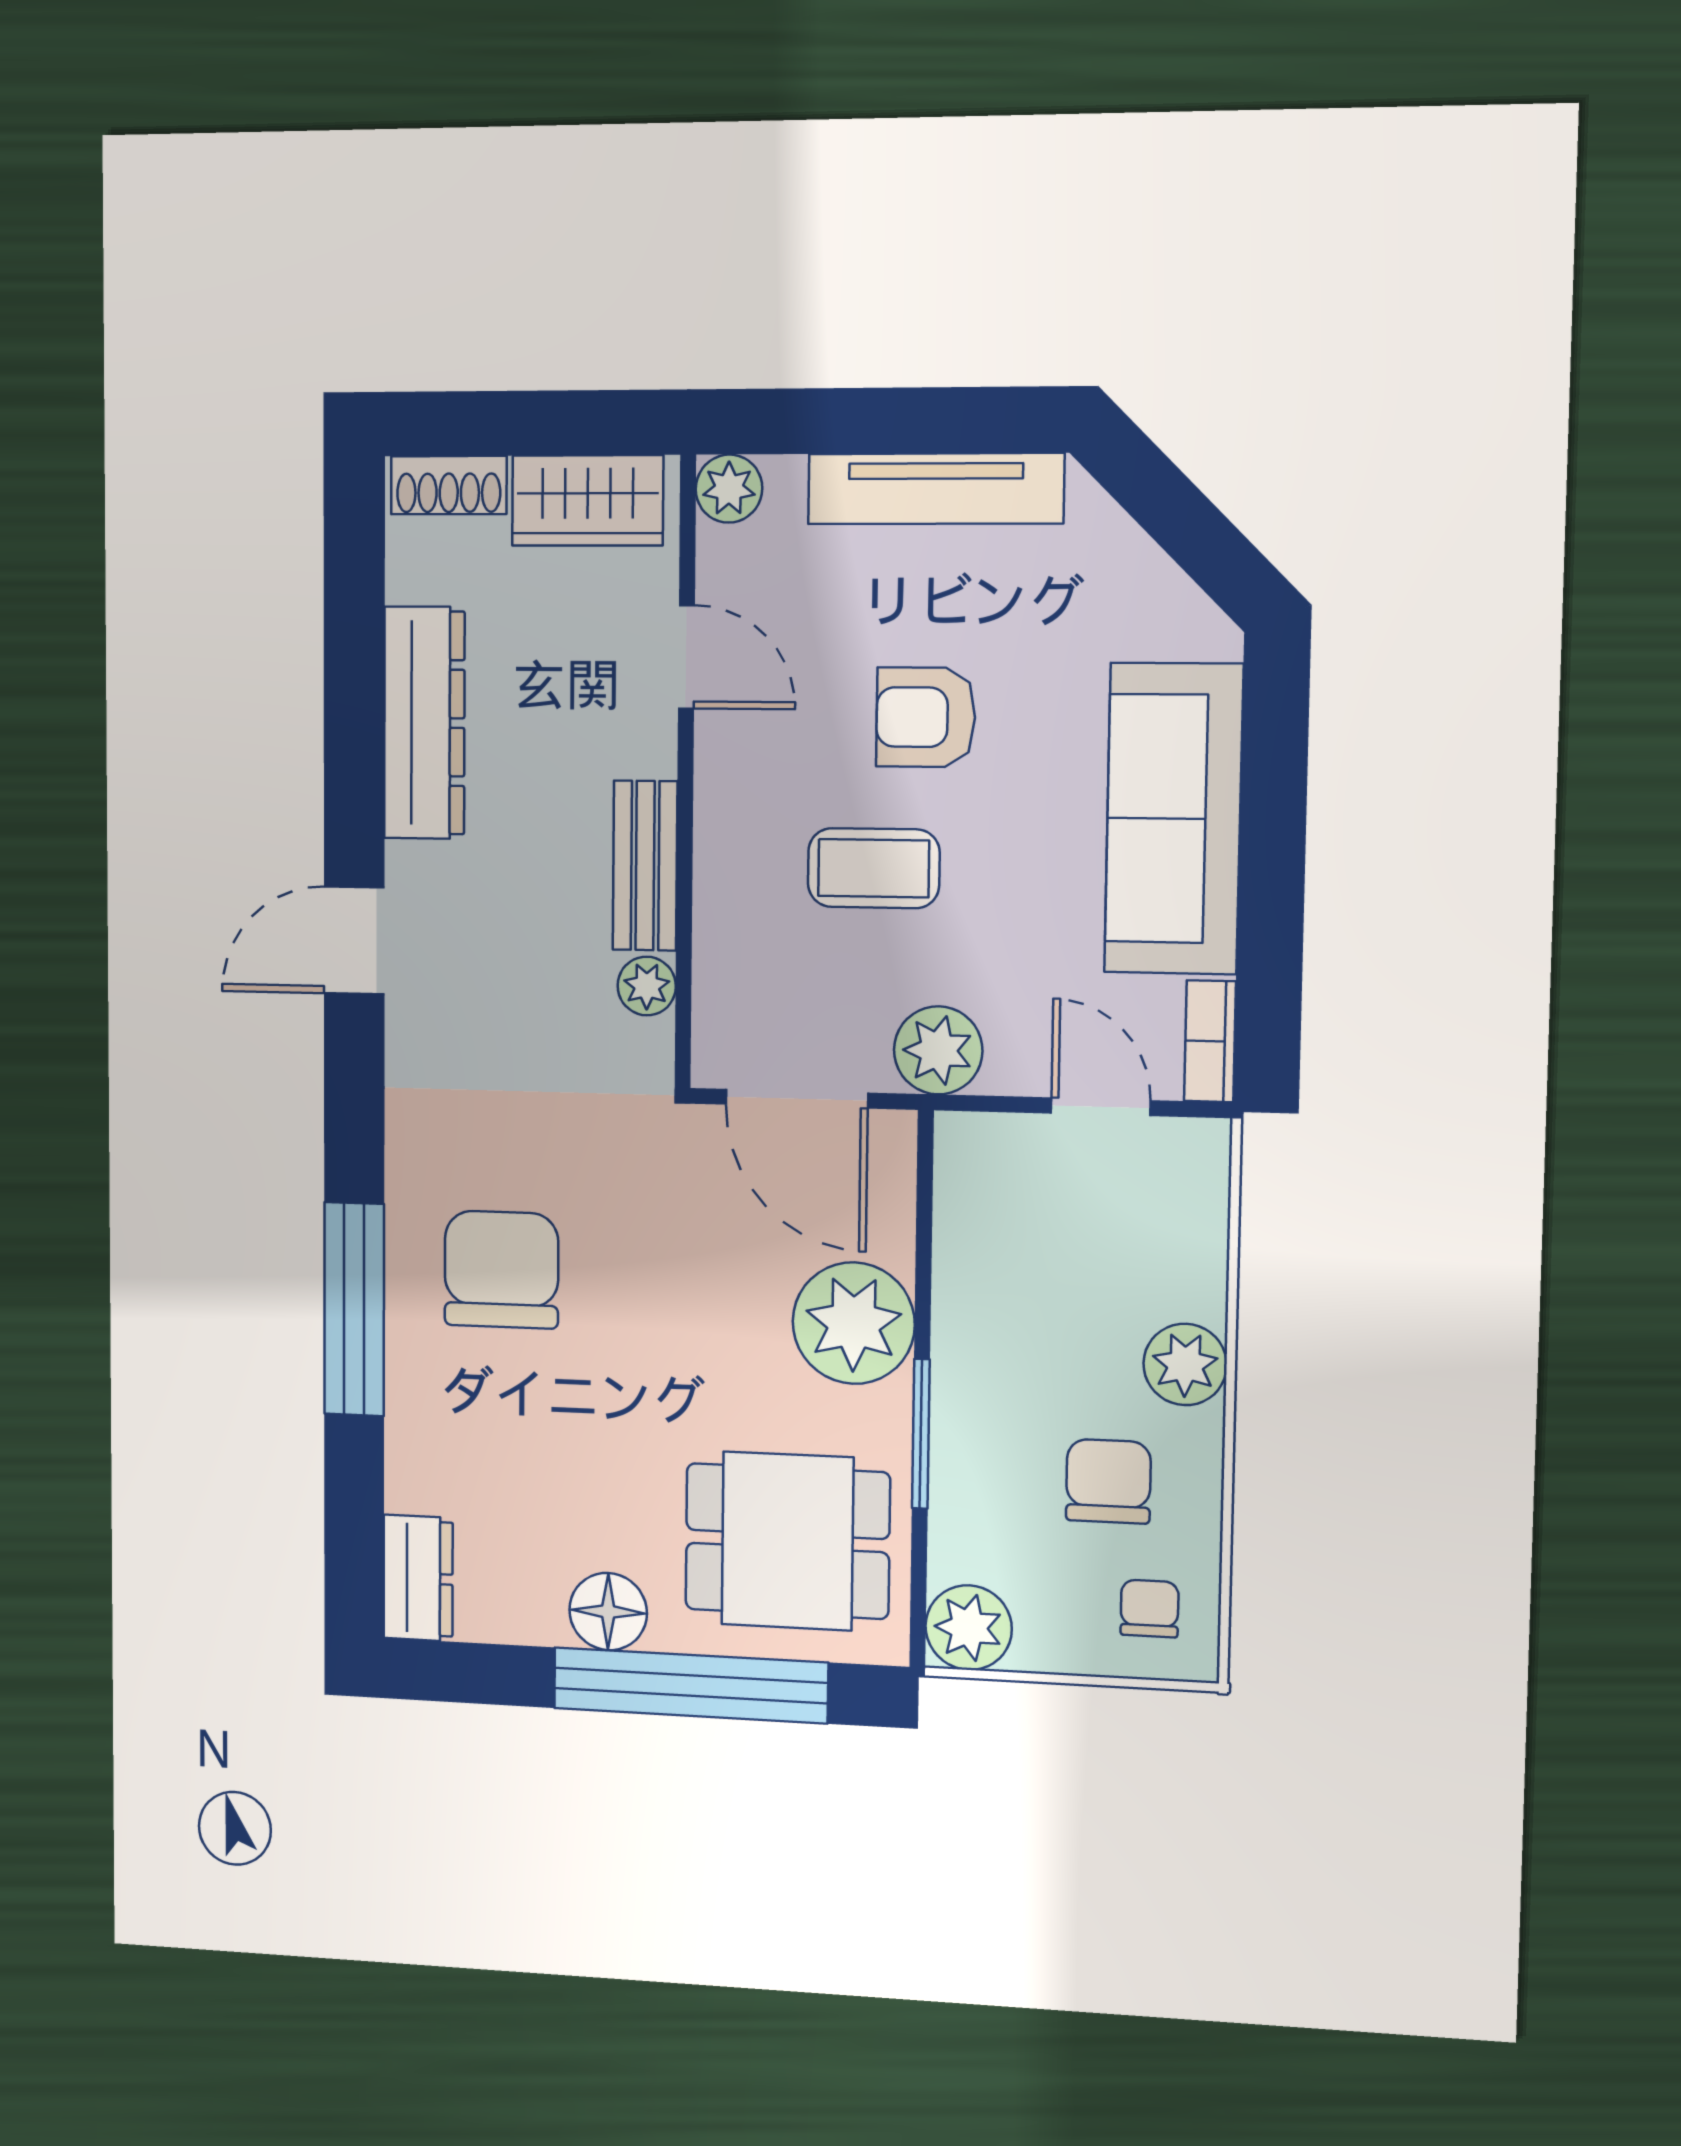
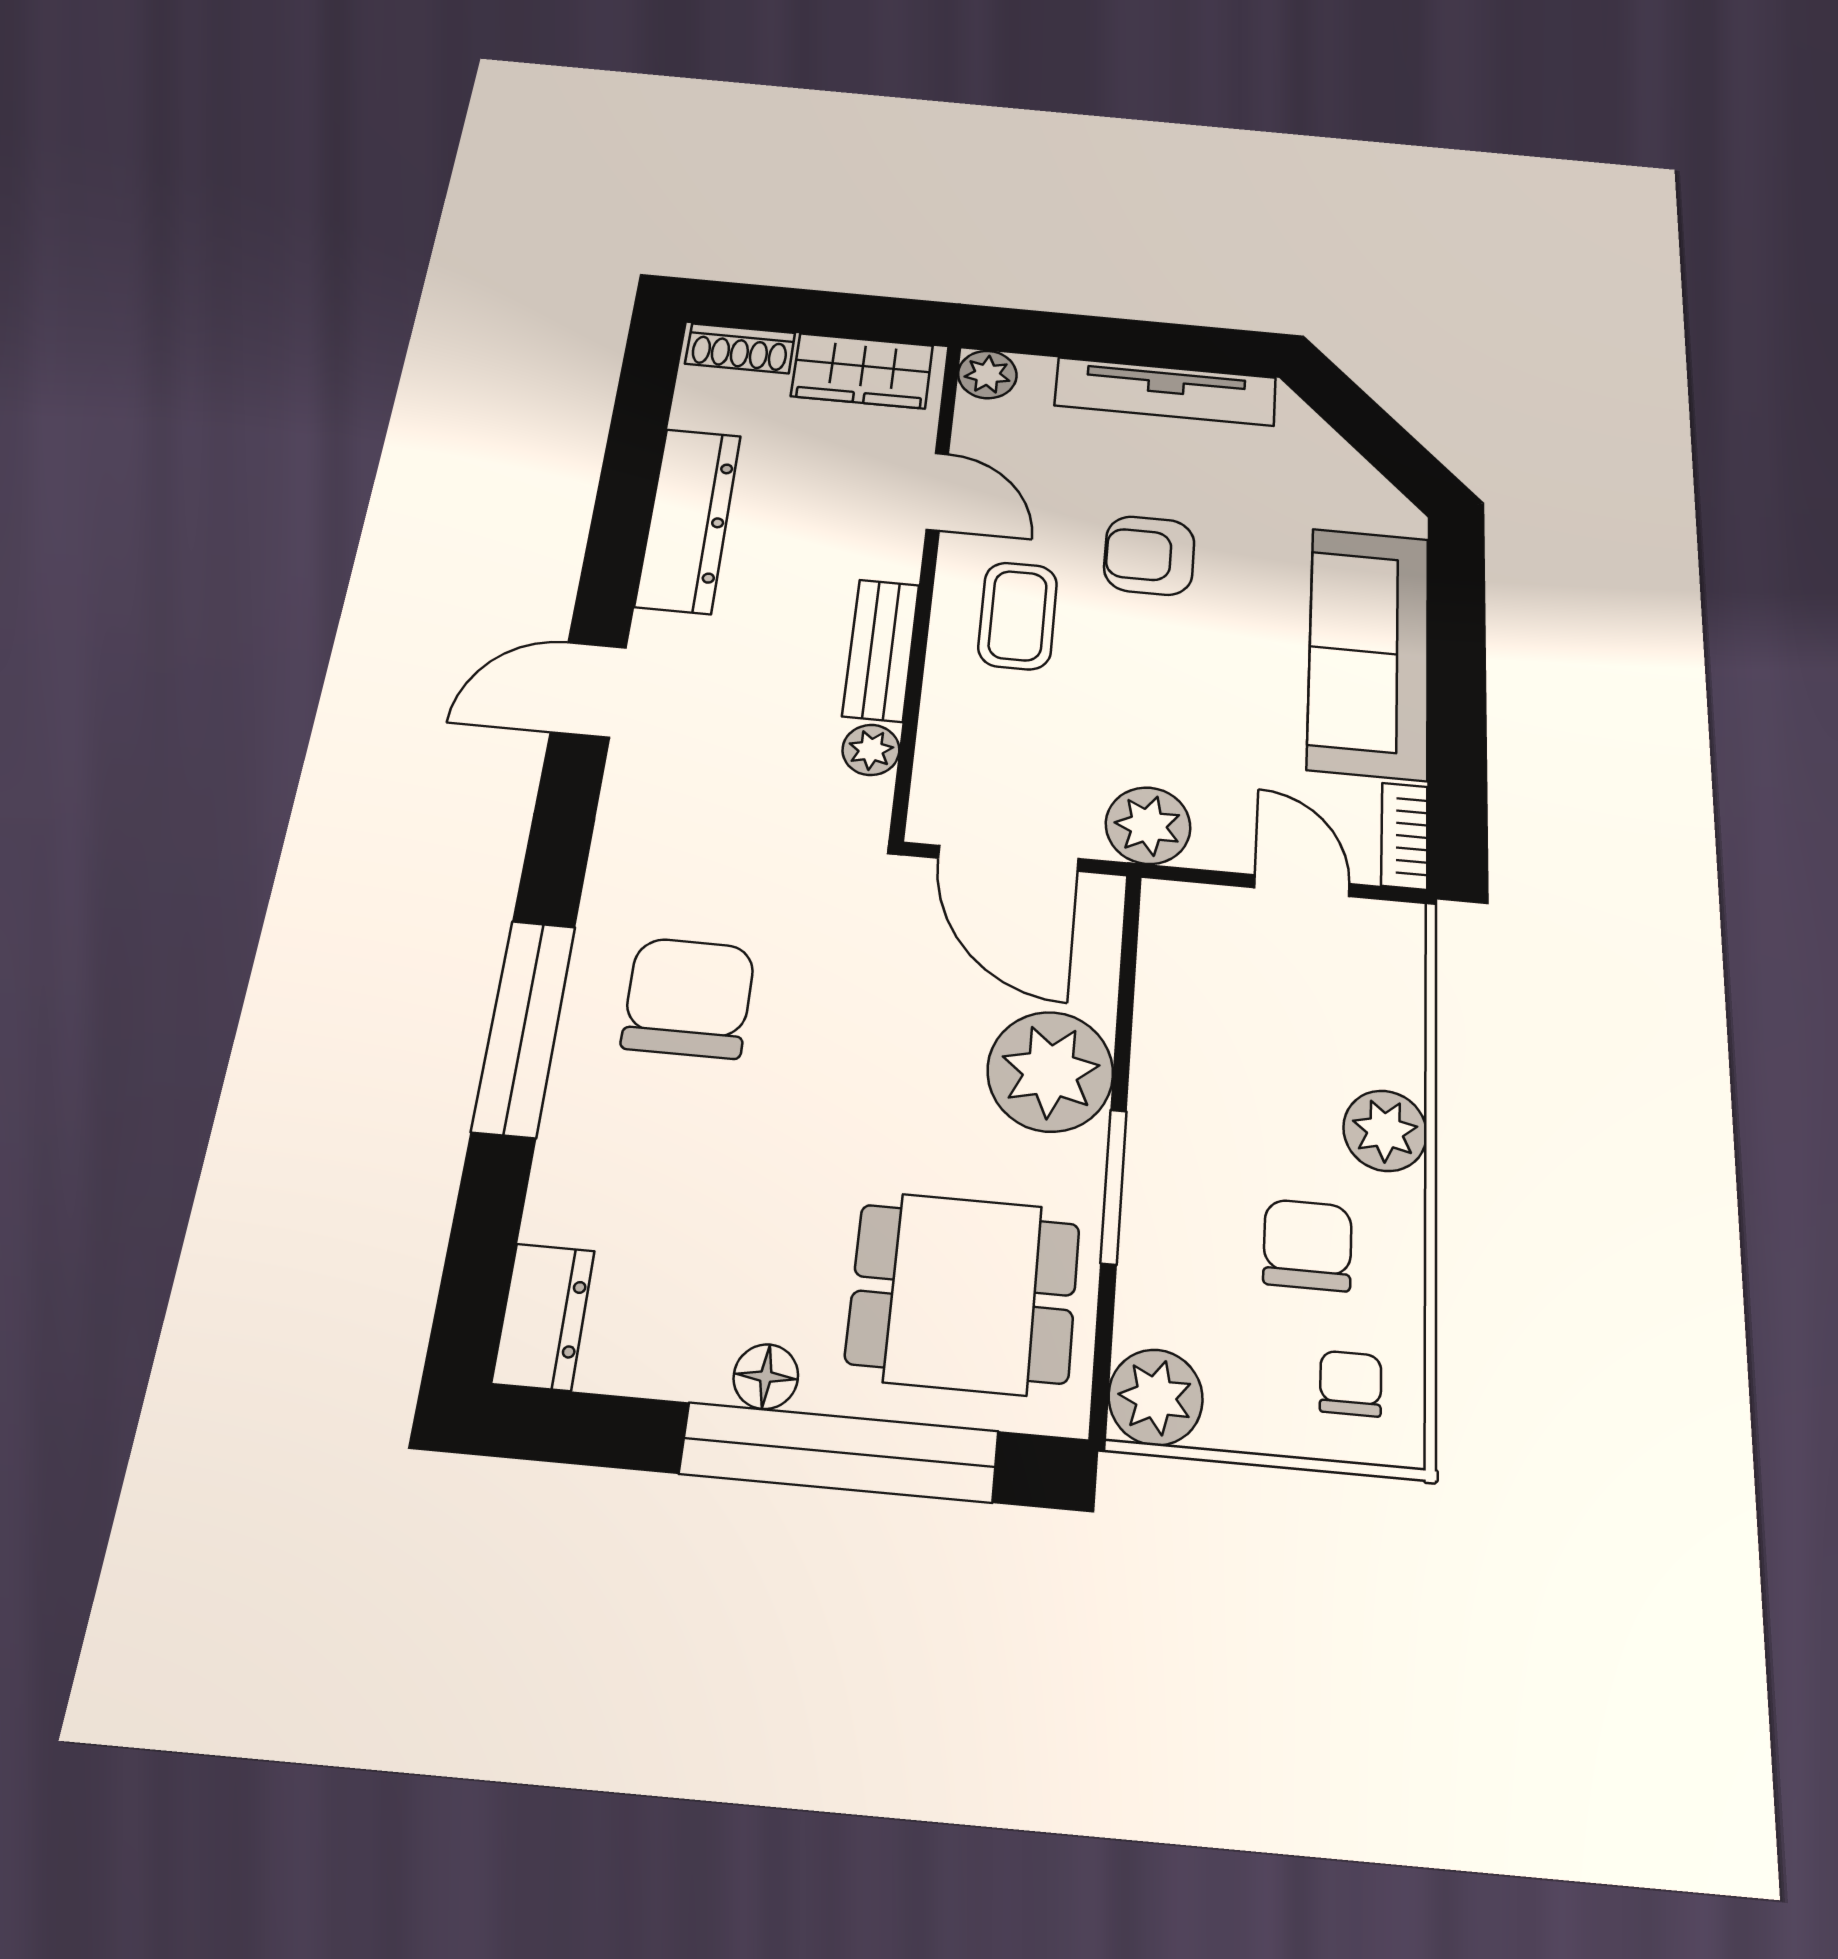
coffee table: (874, 868) -> (1018, 616), moved, turned 90
floor lamp: (608, 1612) -> (766, 1377), width x0.73, depth x0.73

